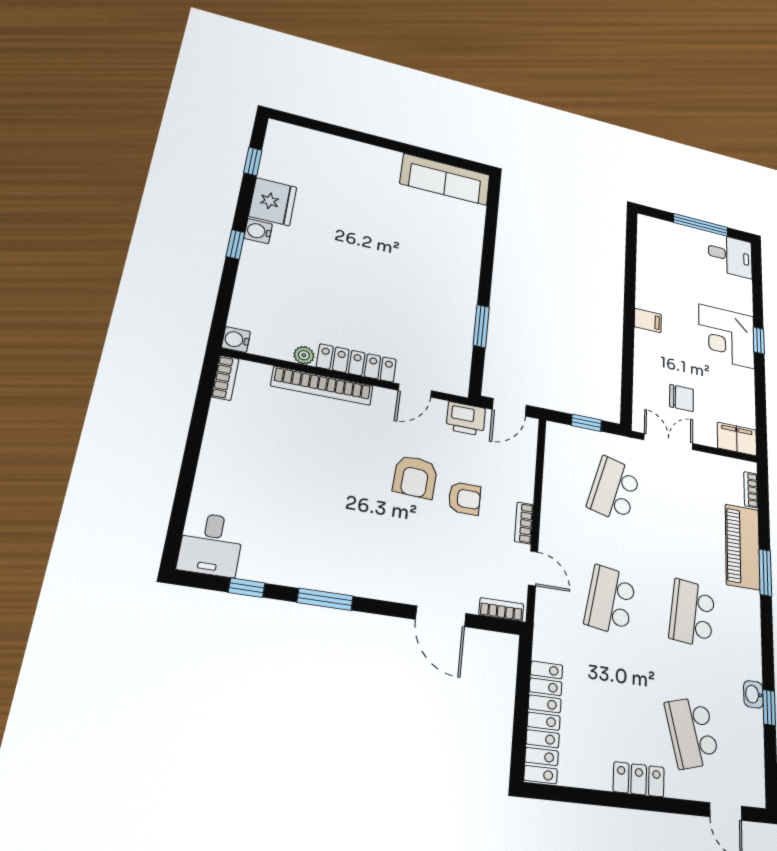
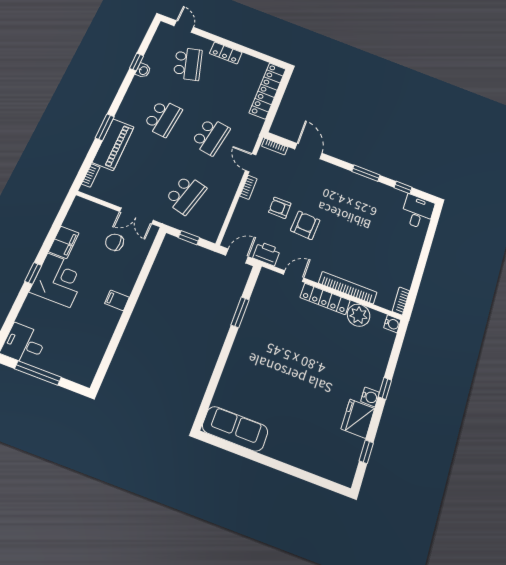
plant: (304, 355) -> (359, 315), width x1.87, depth x1.87
filing cabinet: (737, 439) -> (64, 242), moved, turned -90

